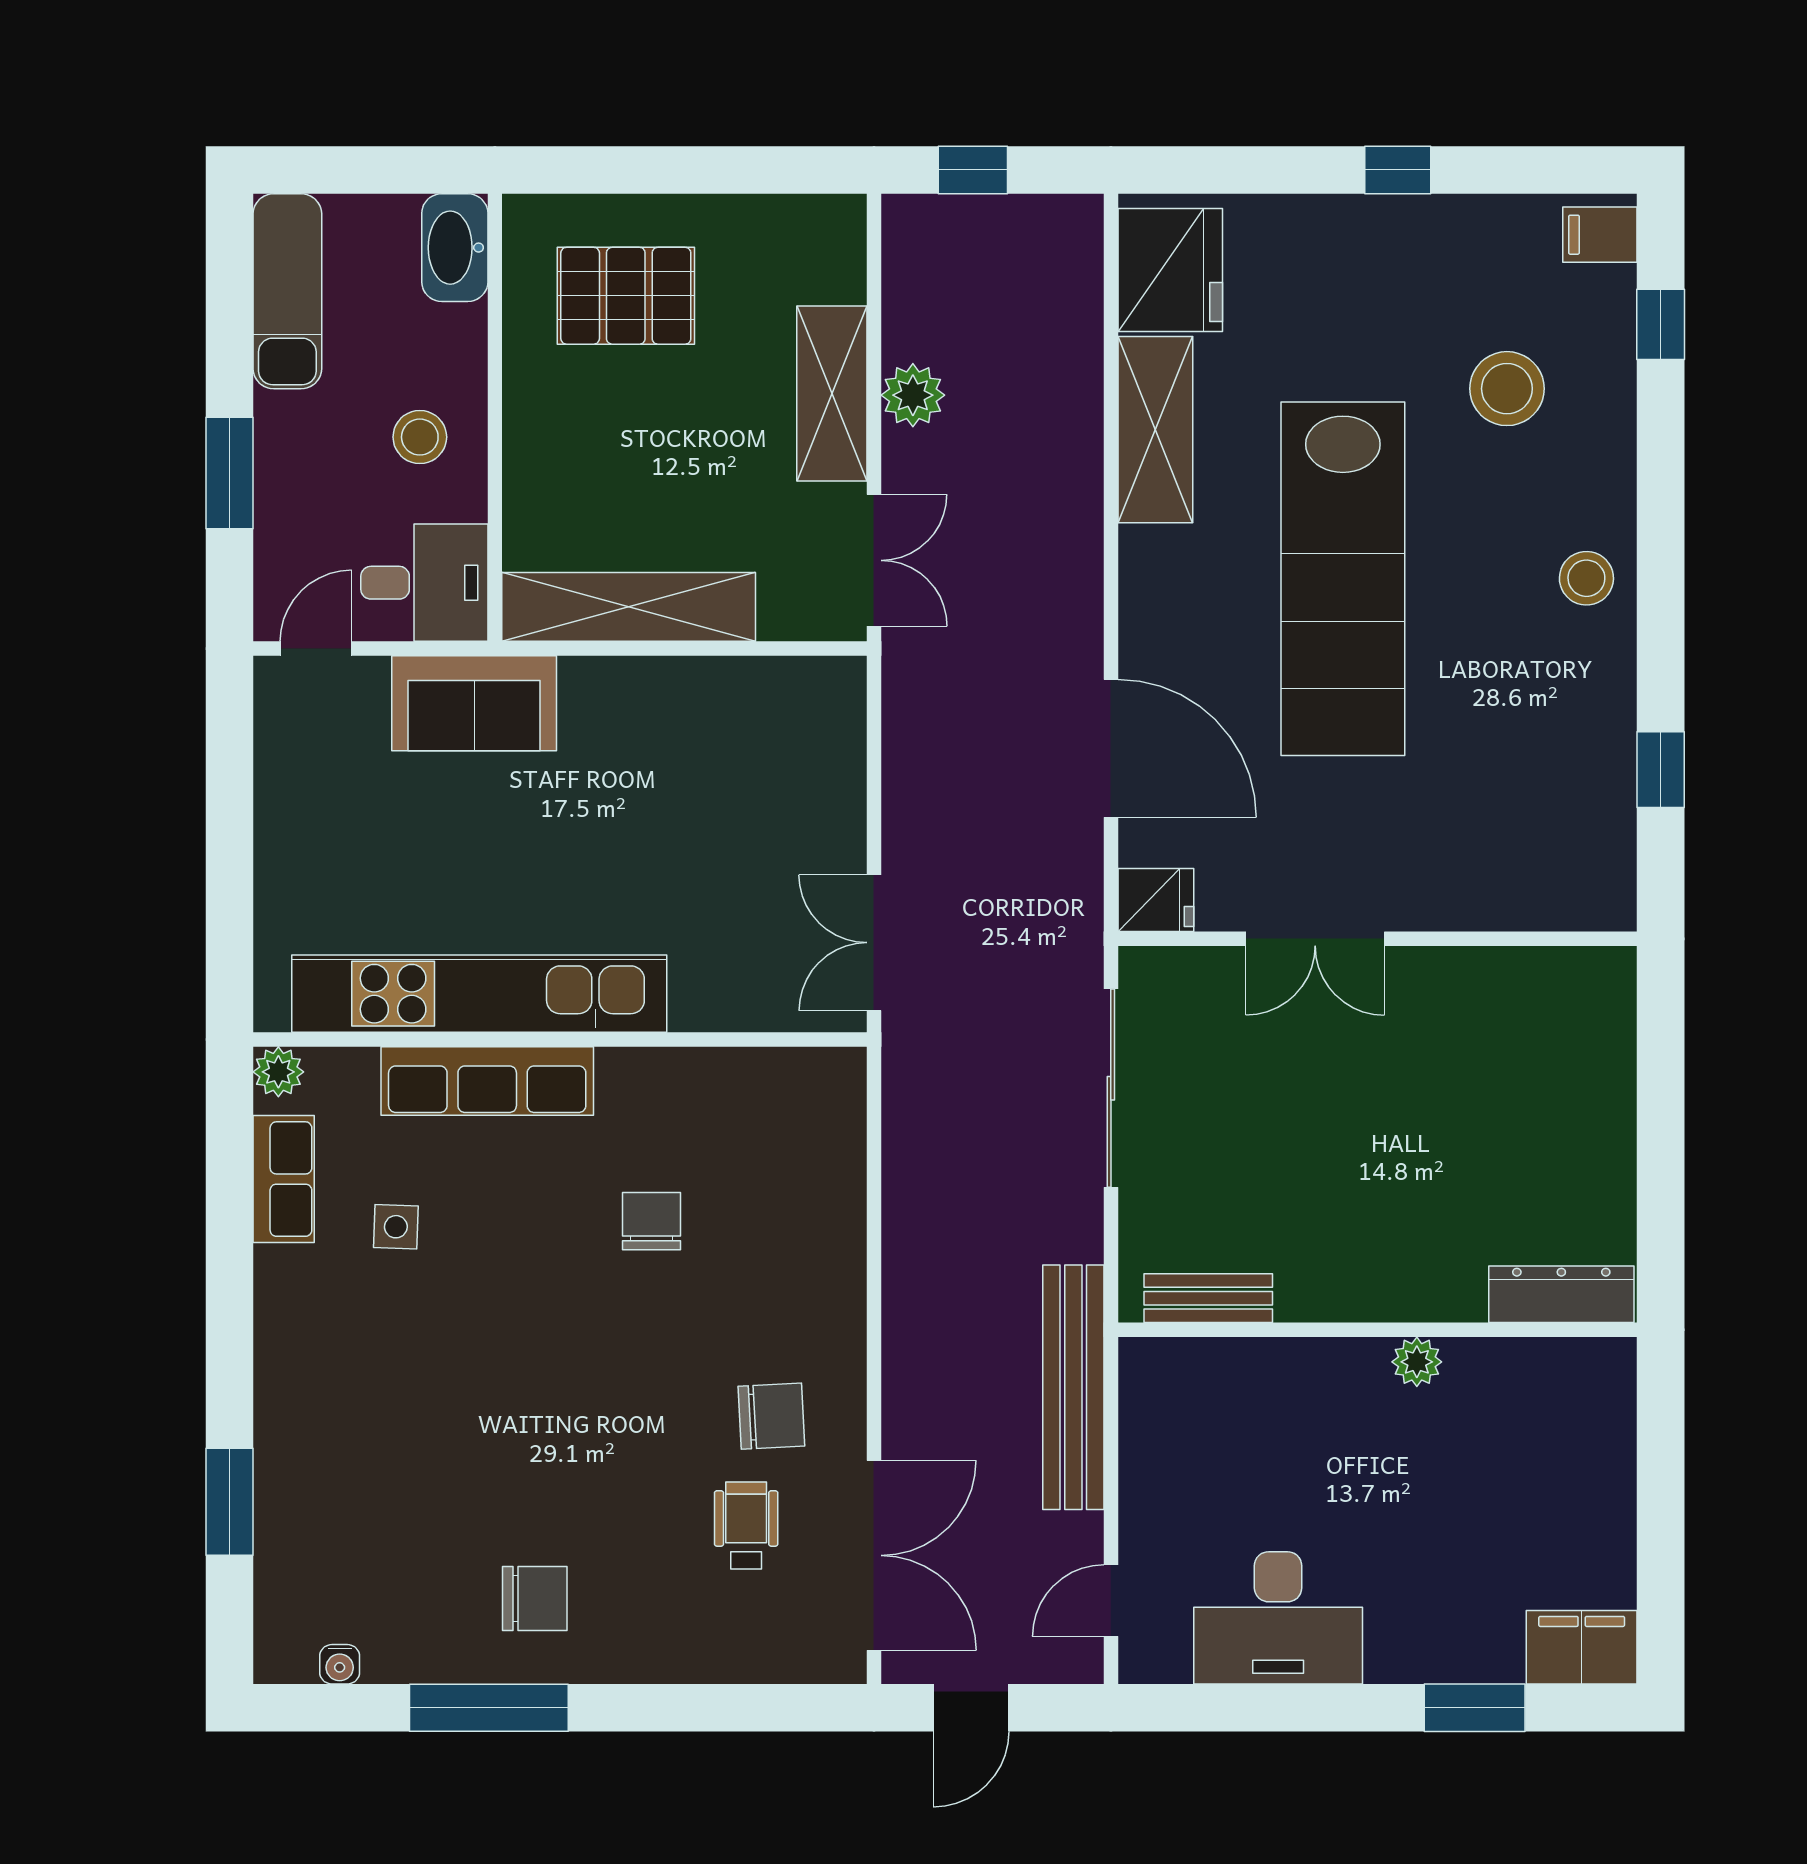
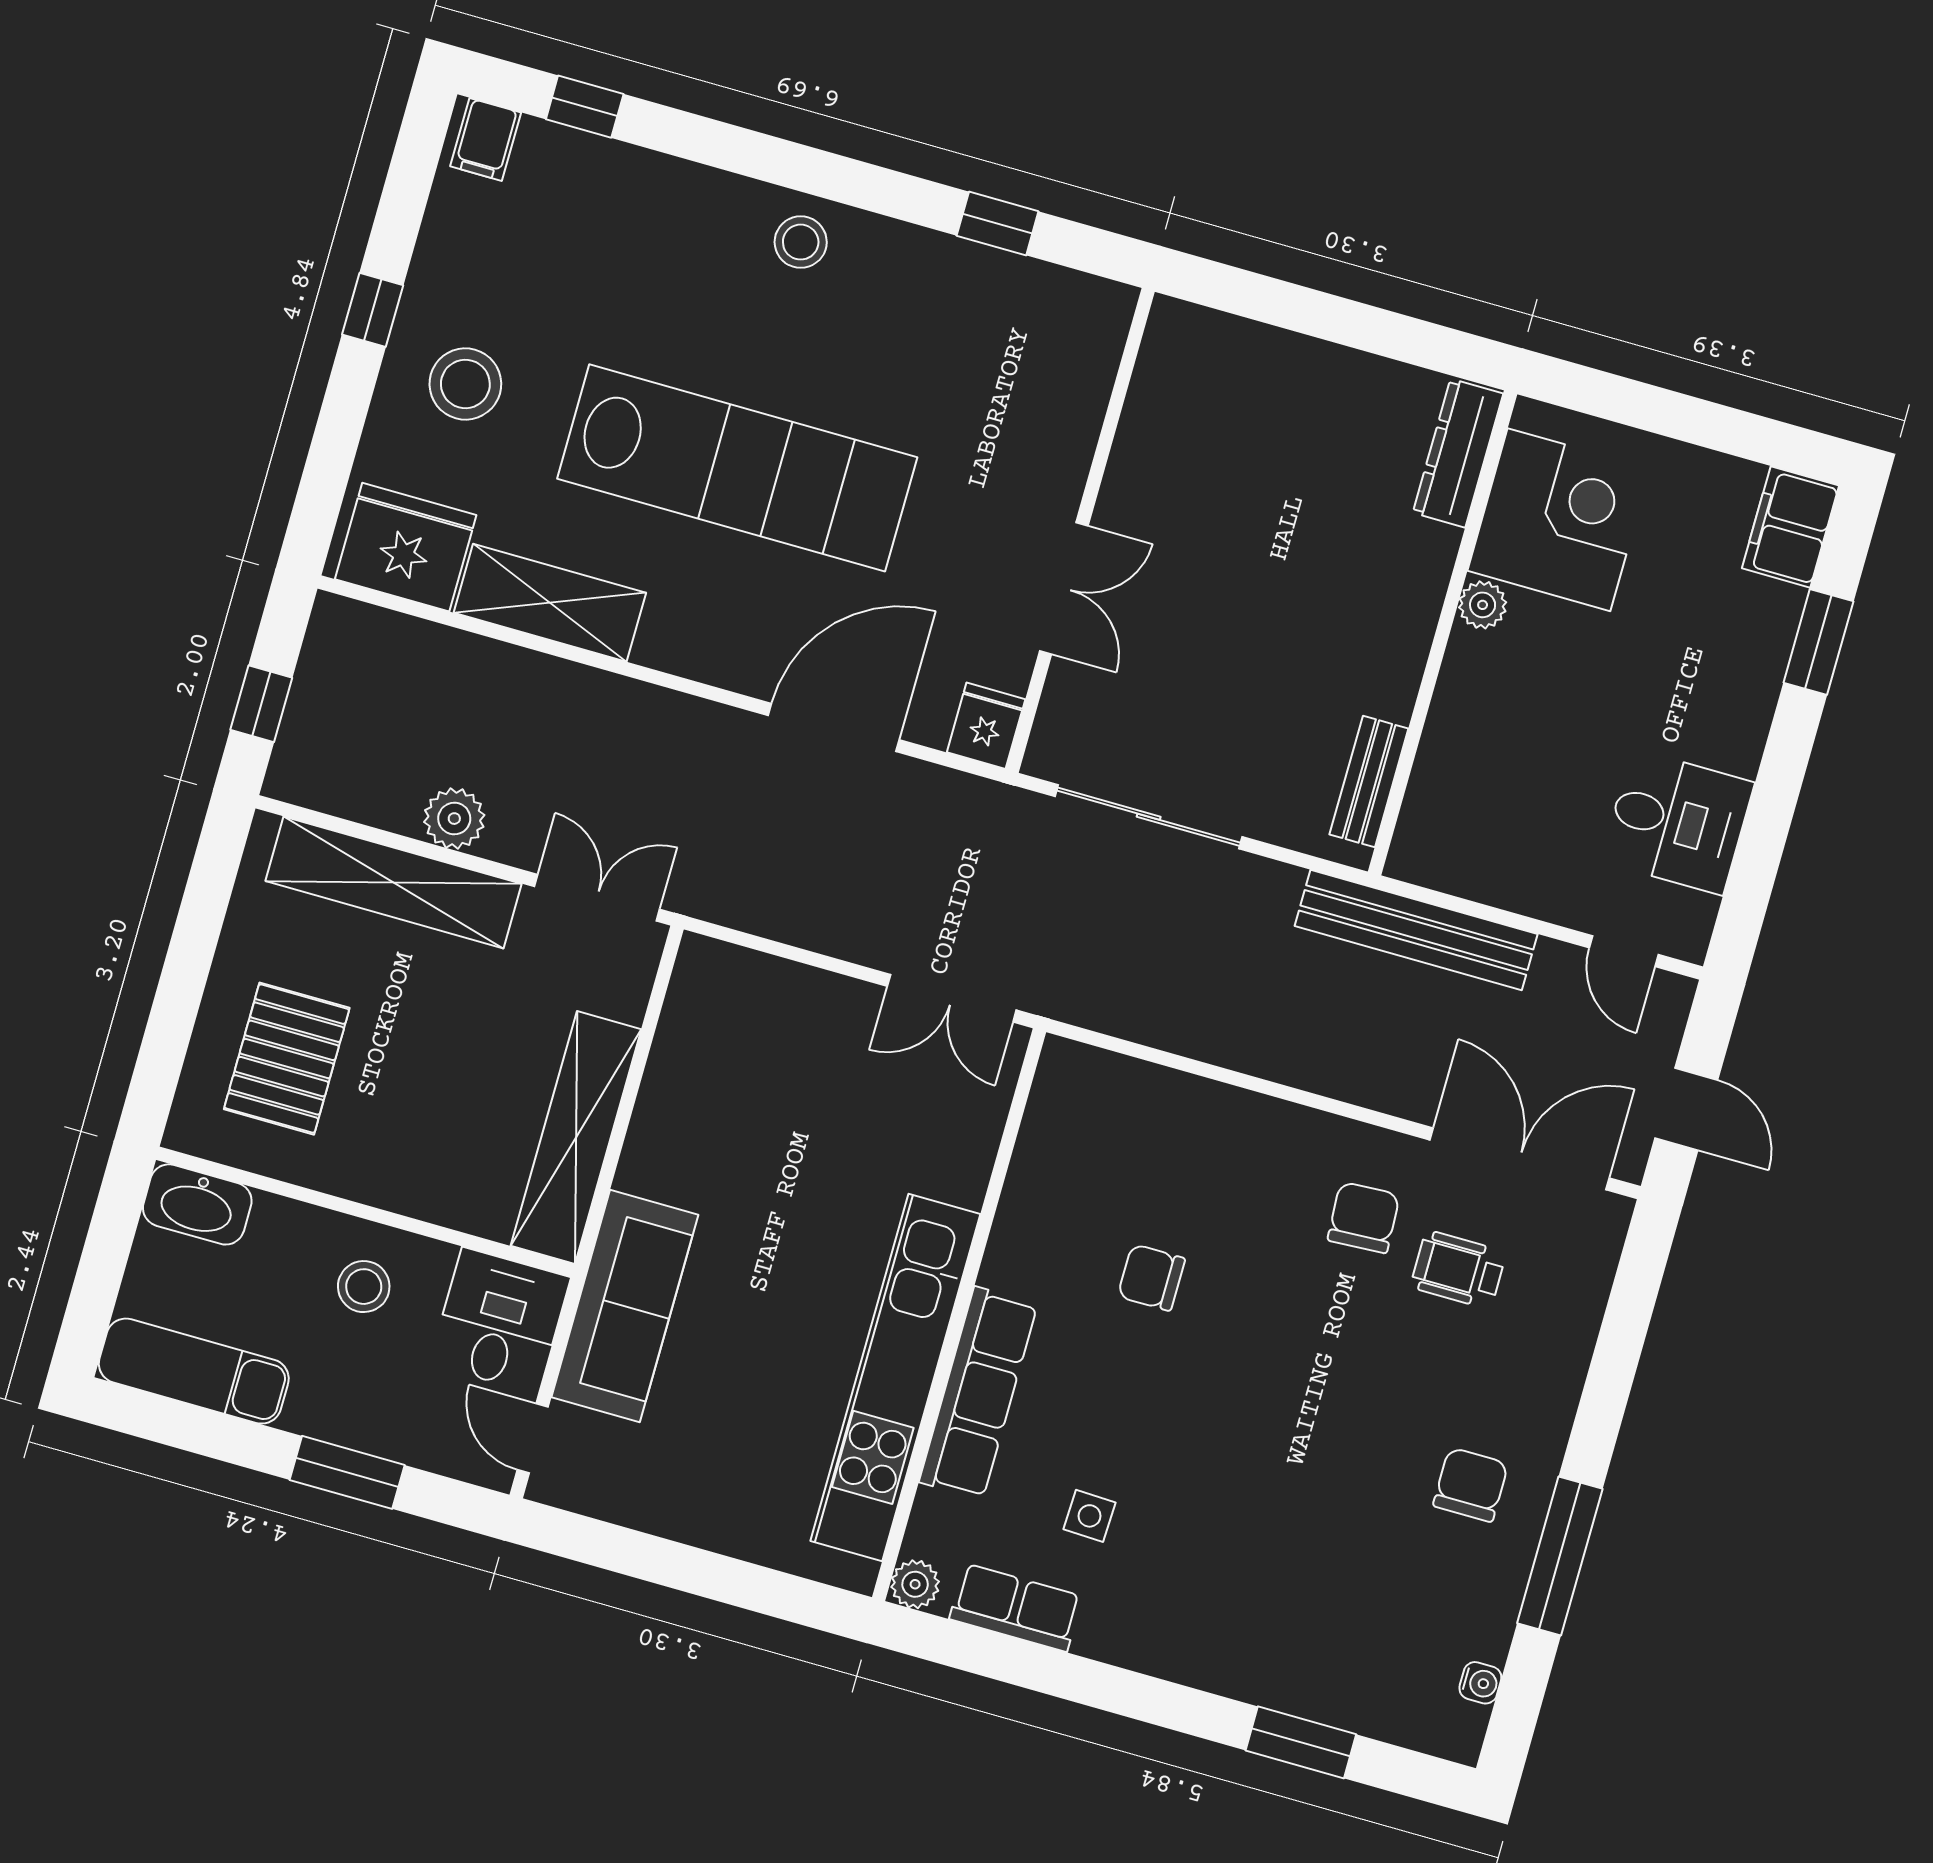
stool: (1507, 389) -> (465, 384), moved
shelving: (832, 393) -> (394, 882), width x1.47
sofa: (474, 703) -> (625, 1306), width x1.36
corner desk: (1523, 1414) -> (1559, 520), added
desk: (1278, 1618) -> (1678, 822), width x0.73

